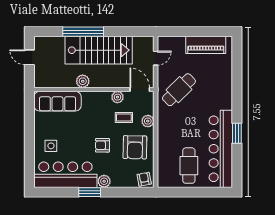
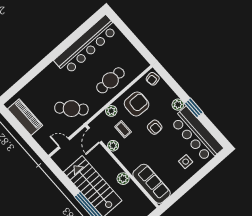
window: (237, 133) -> (66, 43), removed
cafe table: (189, 166) -> (110, 80), moved

